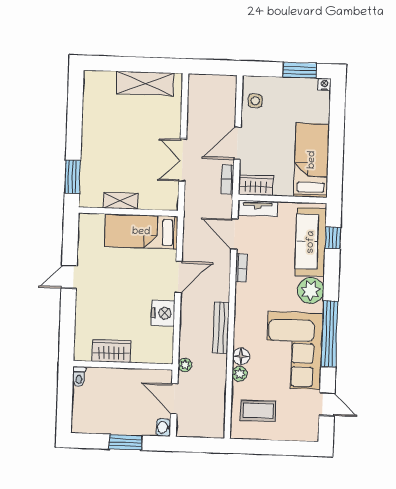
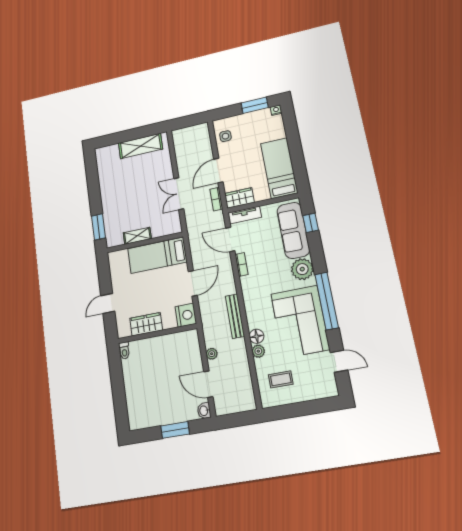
wardrobe: (111, 351) -> (146, 324), moved
wall: (123, 365) -> (157, 334), moved
toilet: (79, 376) -> (124, 351), moved
coffee table: (258, 411) -> (281, 379), width x0.73, depth x0.77

